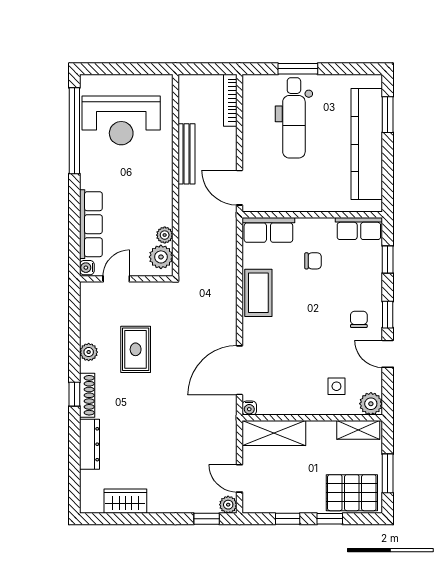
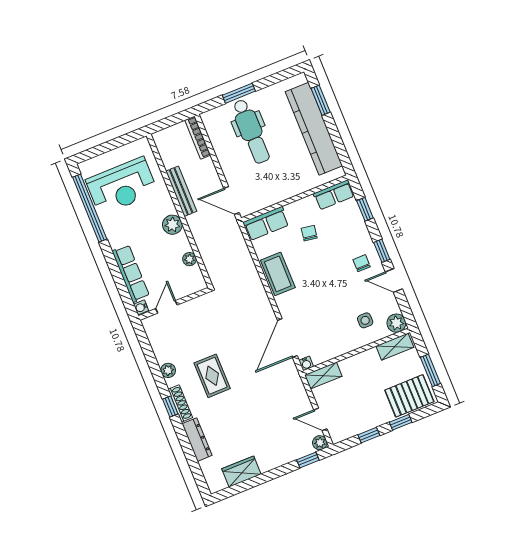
plant: (161, 257) -> (172, 225), moved
chair: (313, 261) -> (309, 233), turned -81
rug: (136, 349) -> (212, 376), moved
shelving: (274, 433) -> (323, 376), width x0.67, depth x0.75

